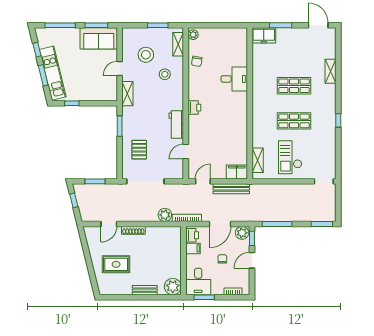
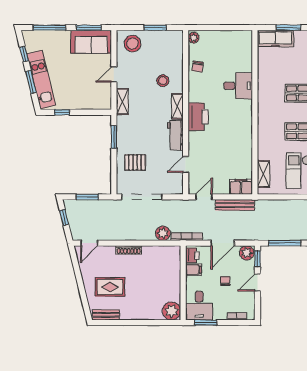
freezer: (264, 35) -> (275, 38), width x1.40
shelving: (178, 44) -> (177, 106), moved
stool: (146, 55) -> (132, 44), moved
printer: (194, 108) -> (198, 117), width x1.87, depth x1.48
pallet: (139, 150) -> (135, 162), turned 90
door: (109, 224) -> (89, 243), moved
bench: (145, 290) -> (106, 315), moved

